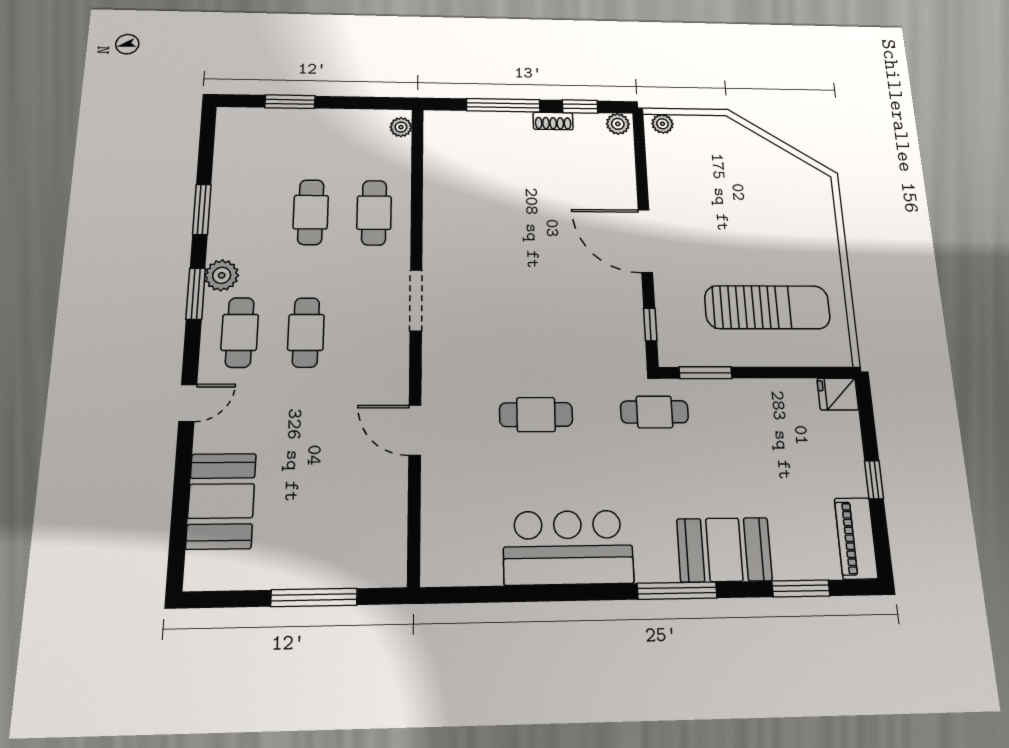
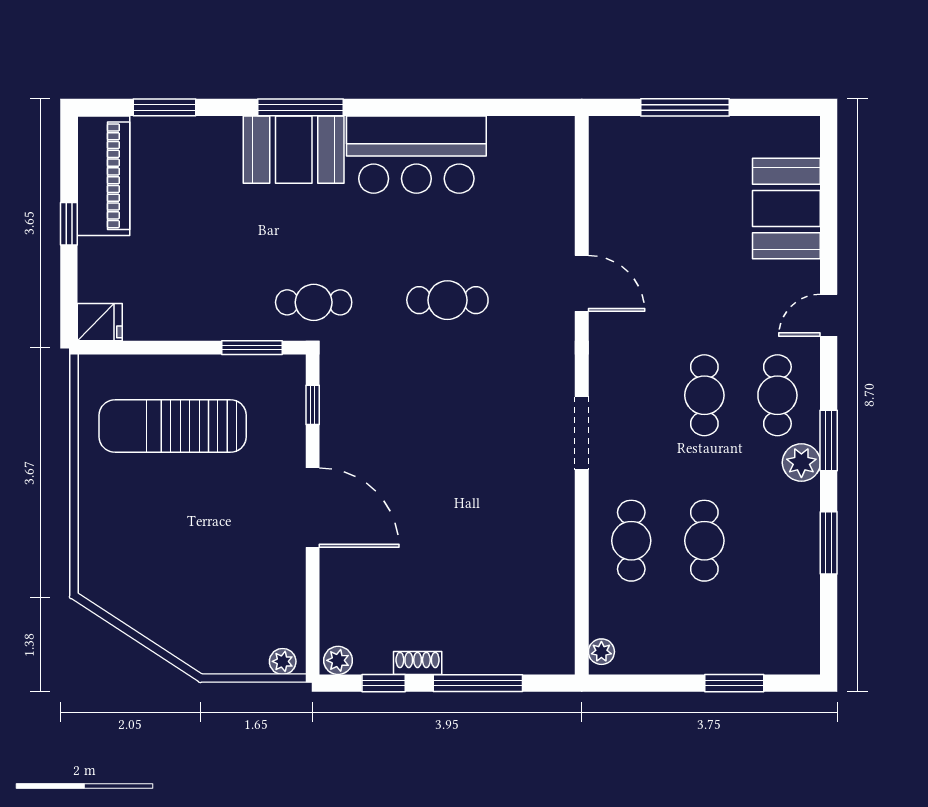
piano: (856, 538) -> (104, 176), width x1.37, depth x1.33
booth: (724, 550) -> (294, 150), moved

